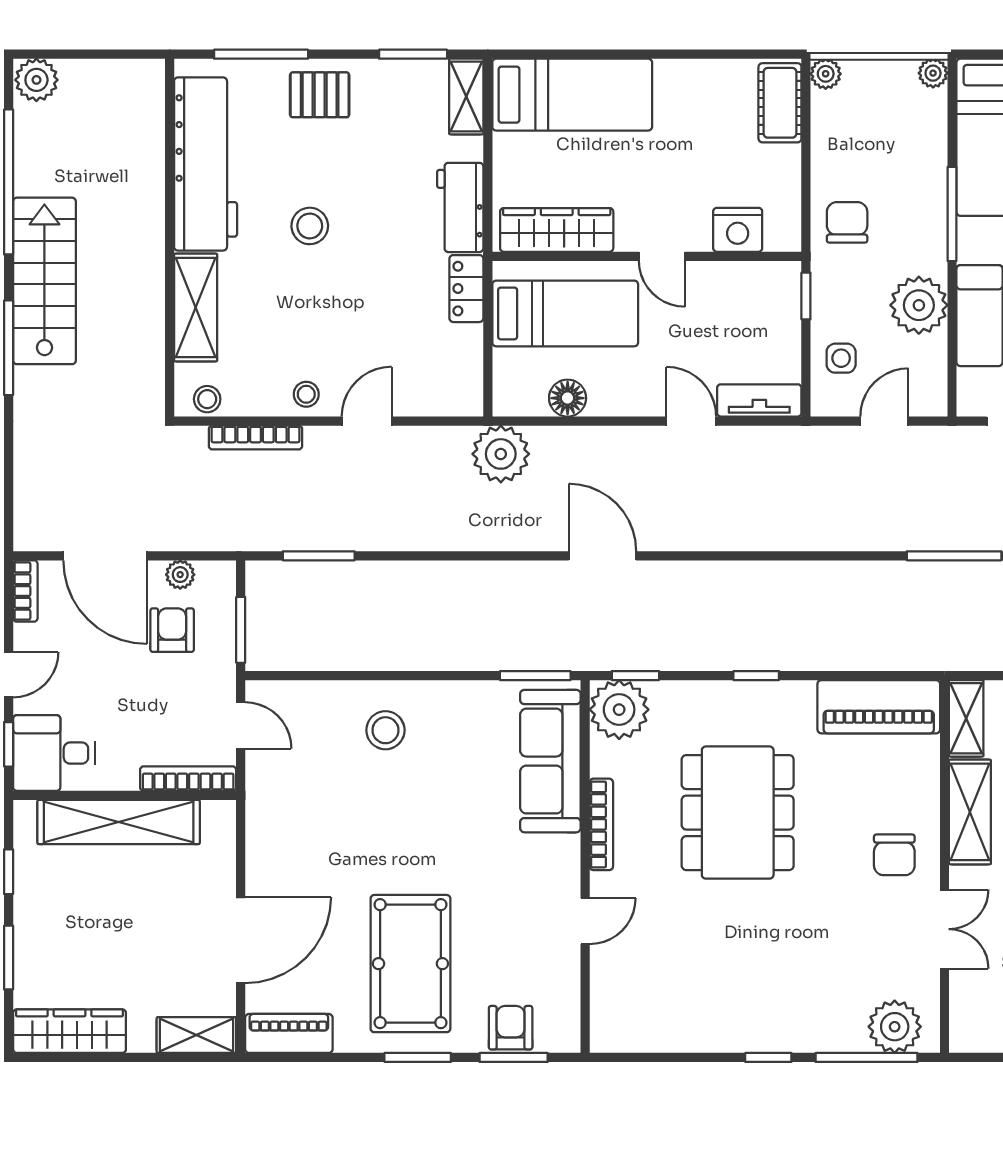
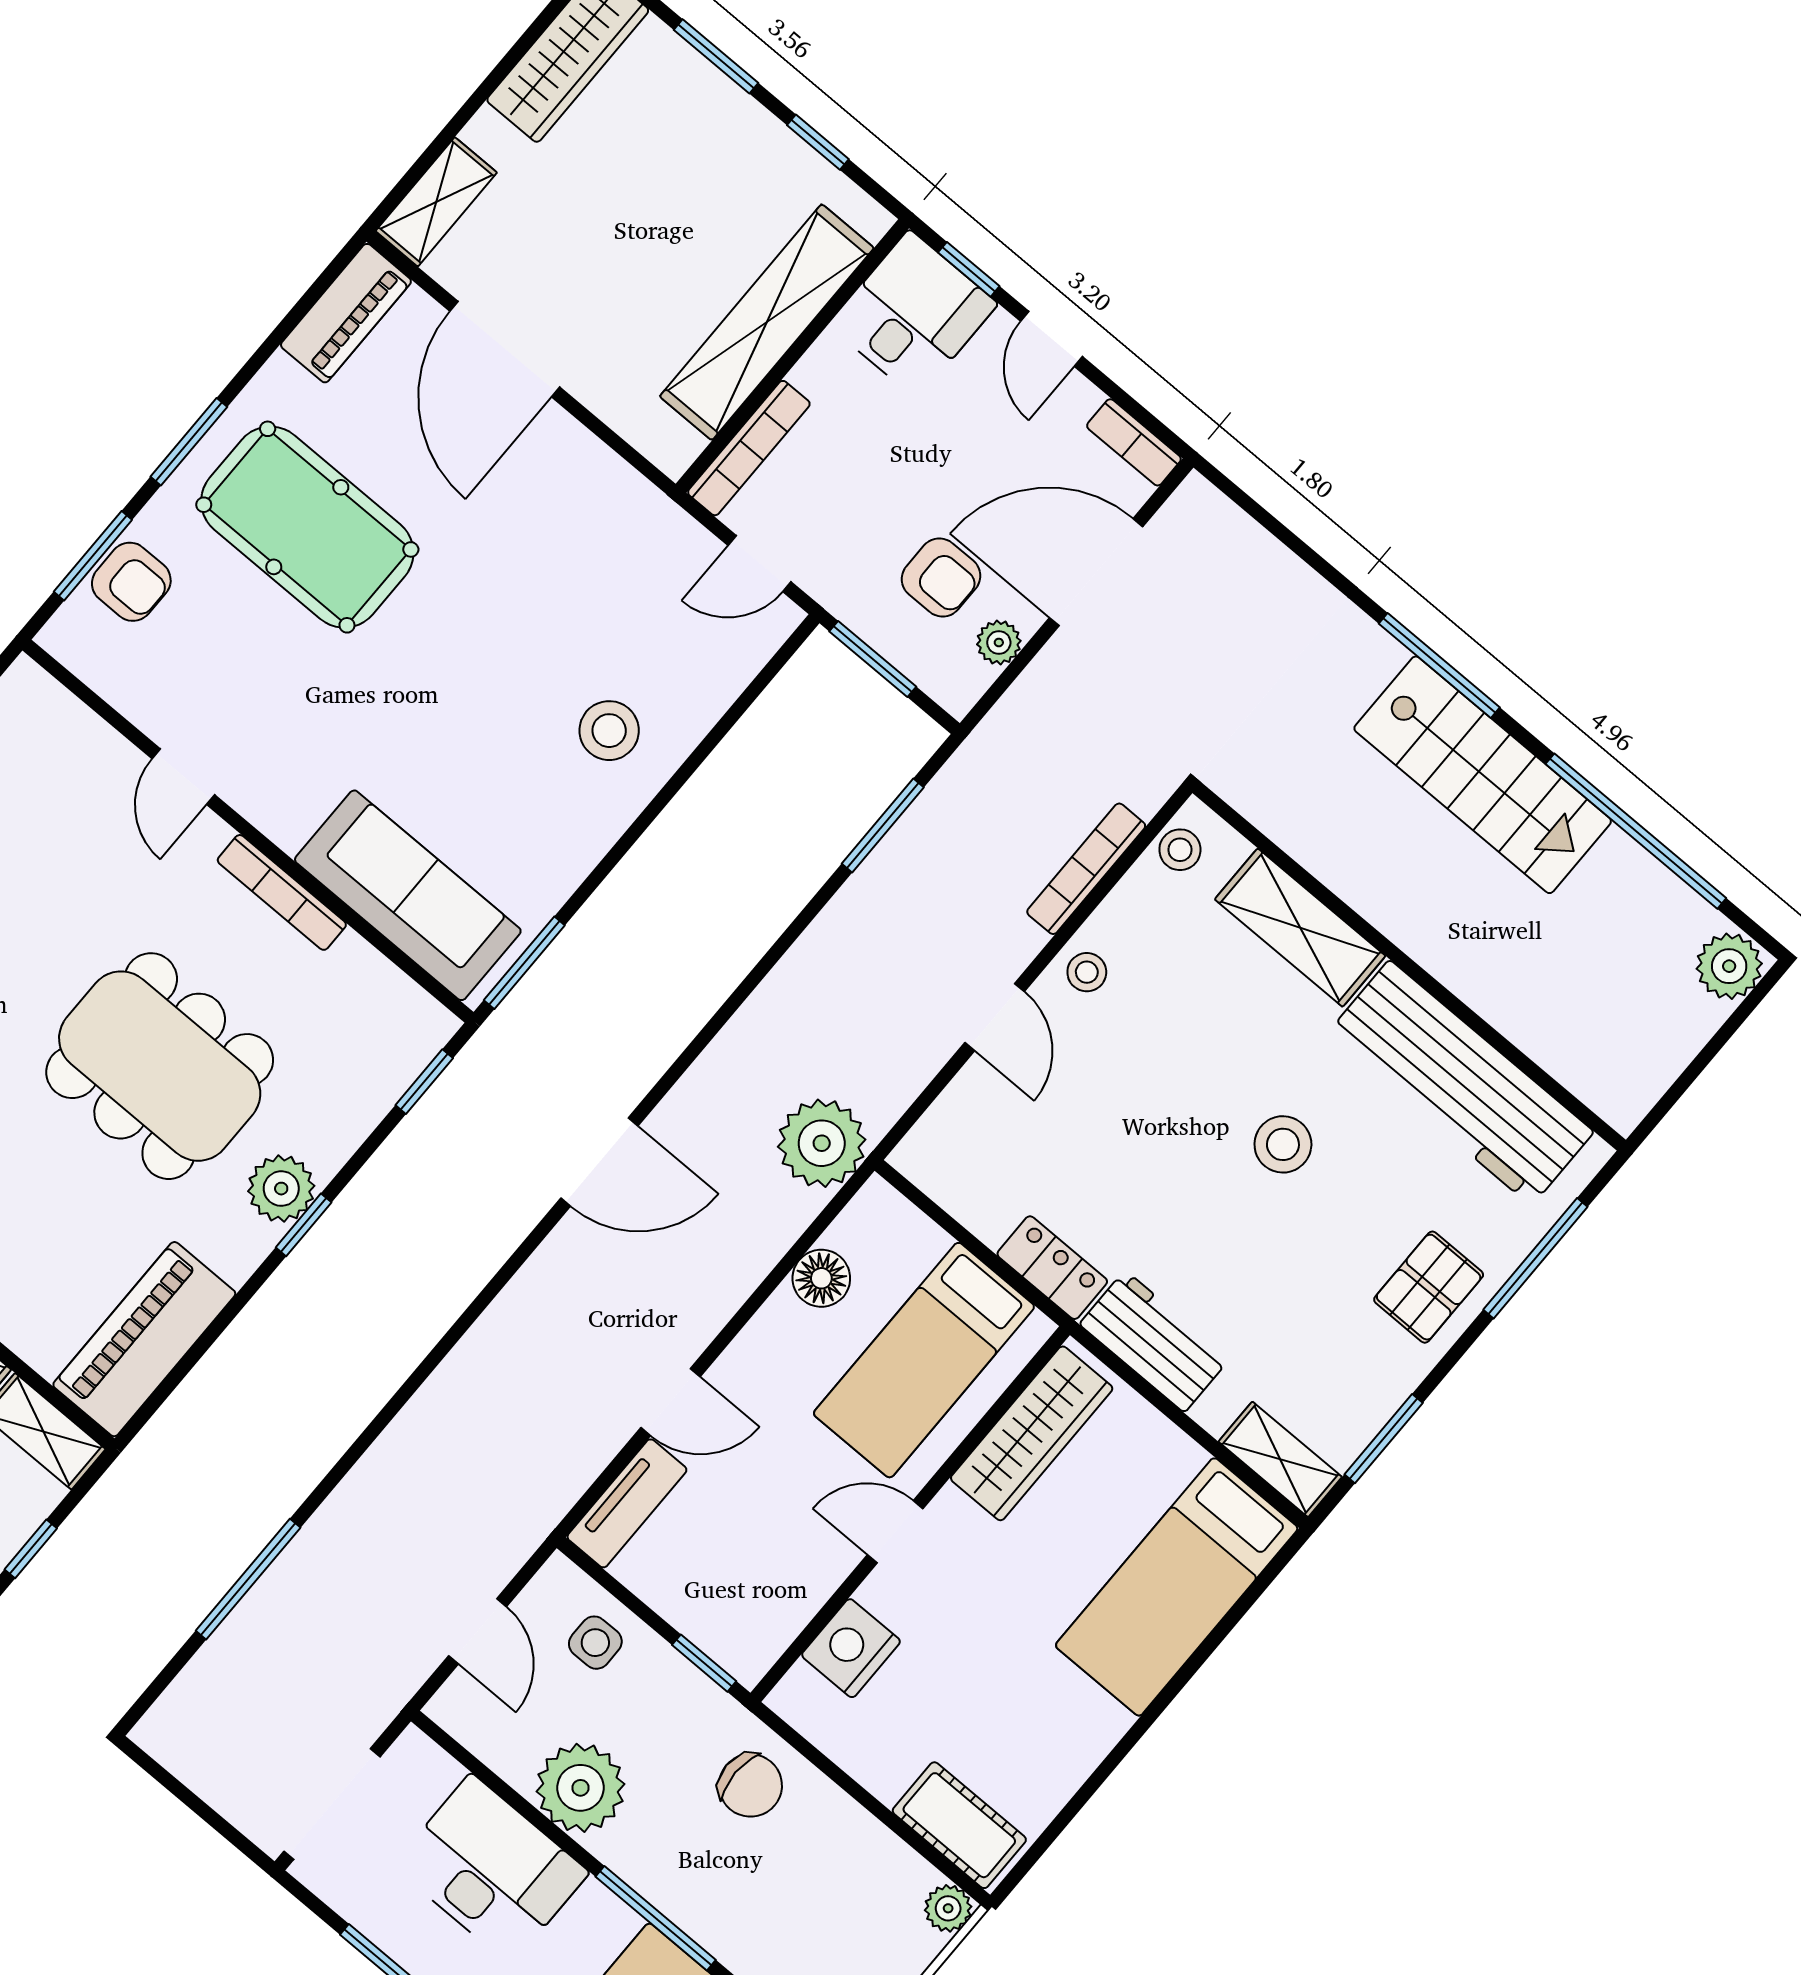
plant: (619, 710) -> (281, 1189), moved, width x0.73, depth x0.73

